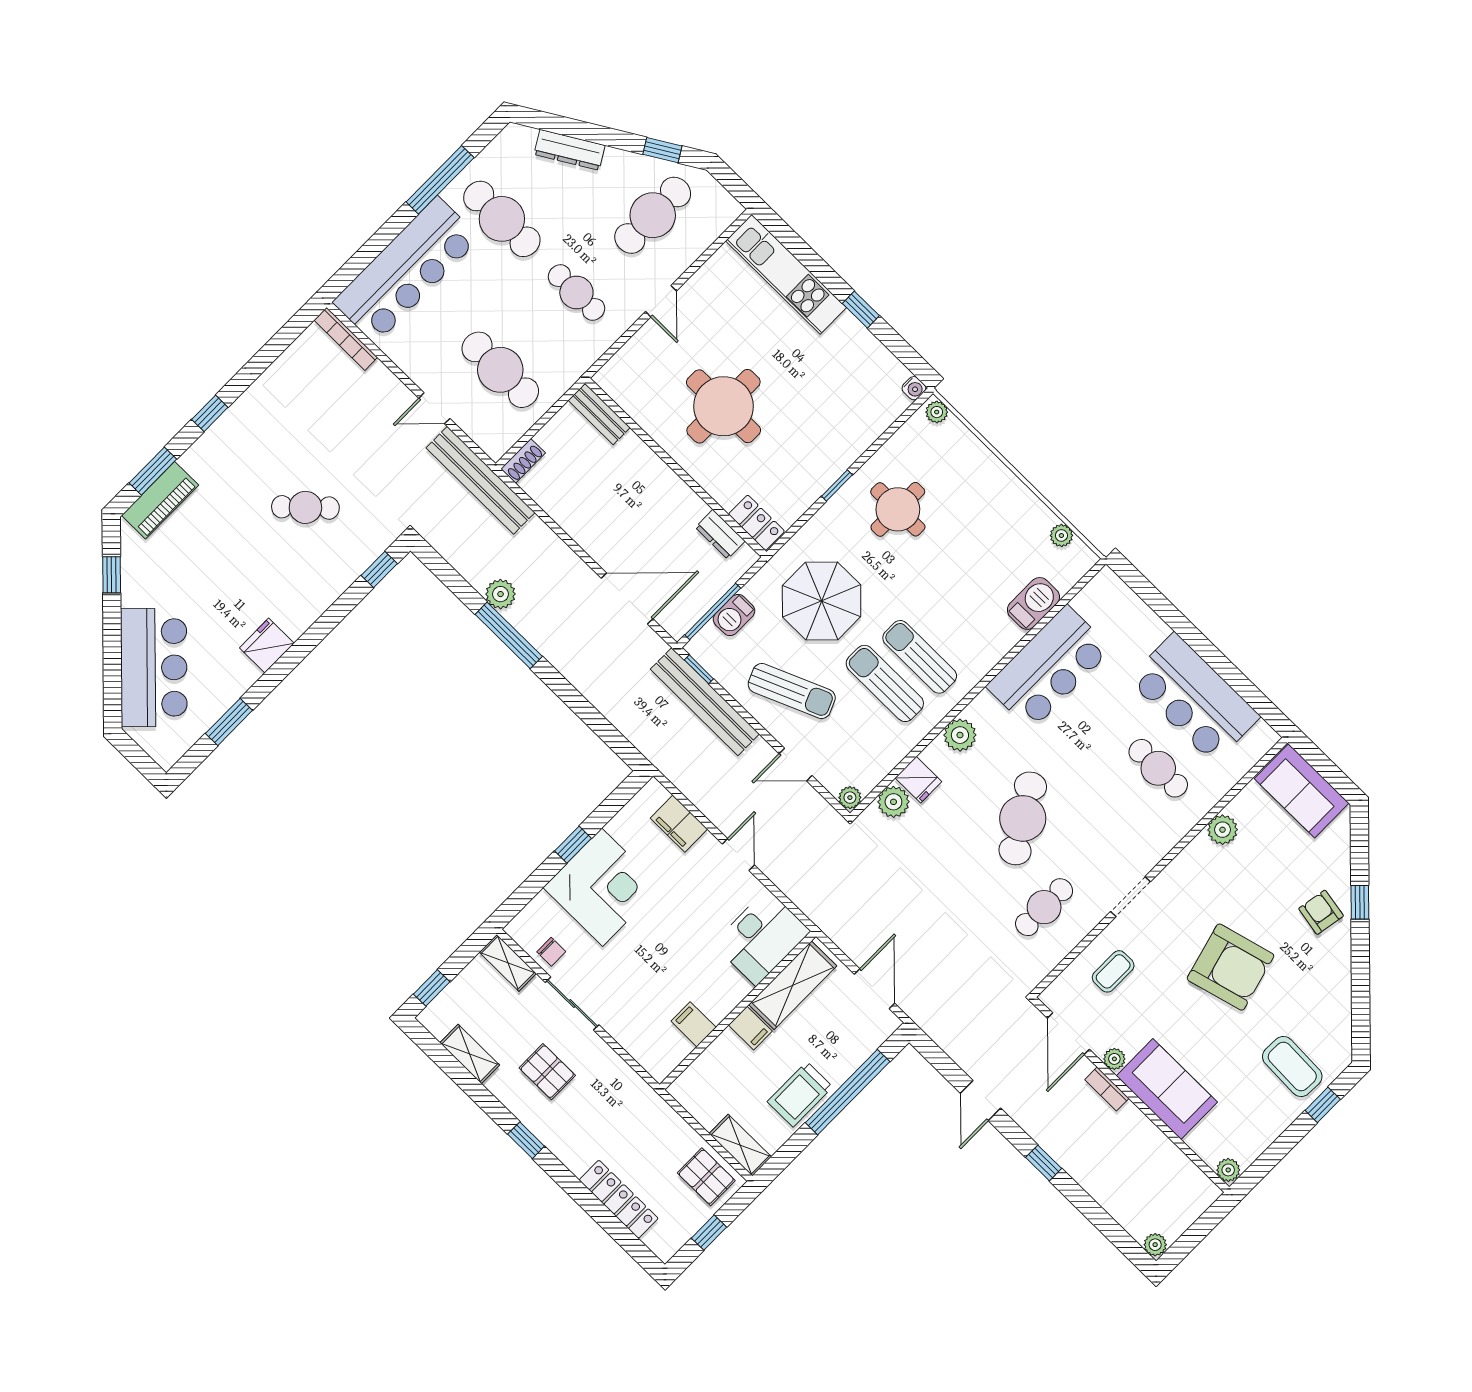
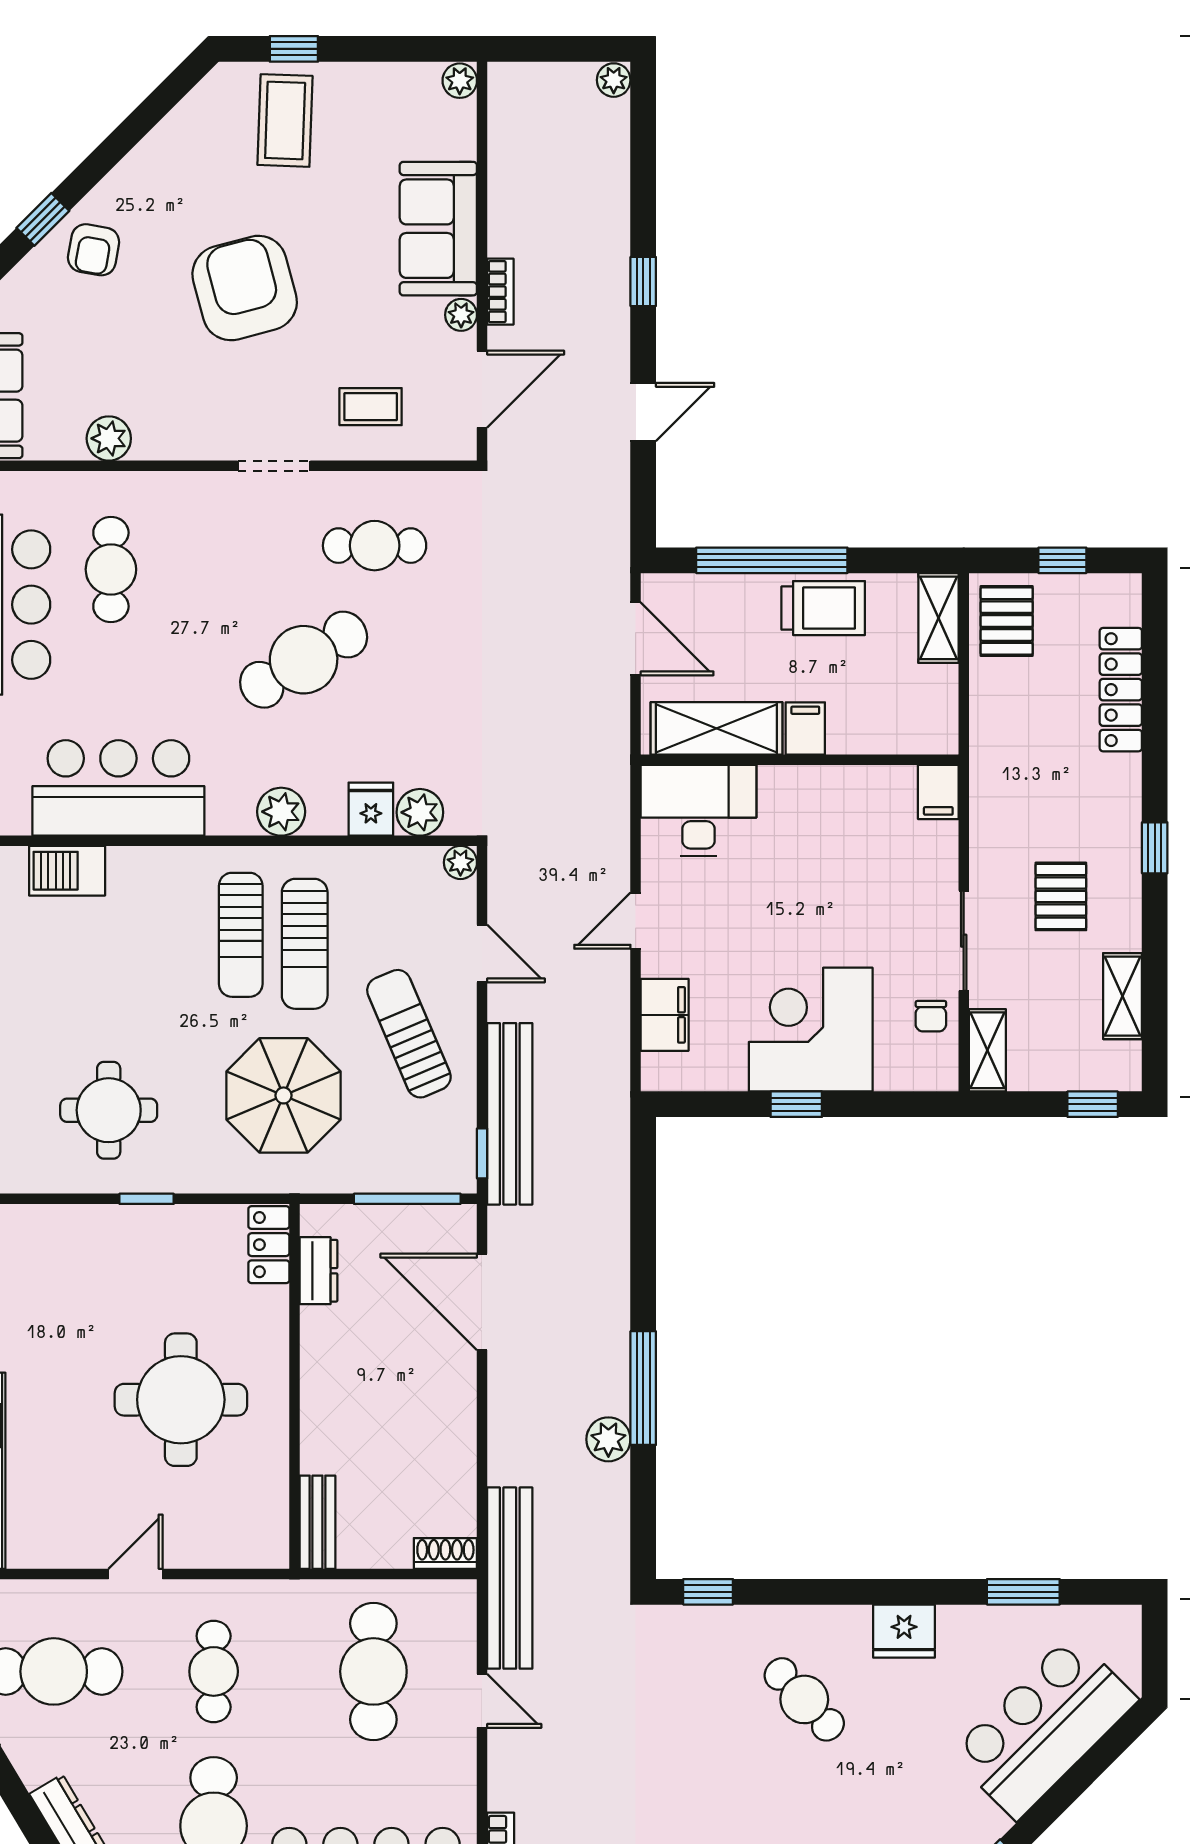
cafe table: (305, 507) -> (804, 1699), moved
barbecue: (734, 615) -> (389, 1173), removed
chair: (551, 952) -> (931, 1016), turned 180
door: (875, 989) -> (636, 639), swing flipped
filing cabinet: (694, 1024) -> (938, 792), moved

